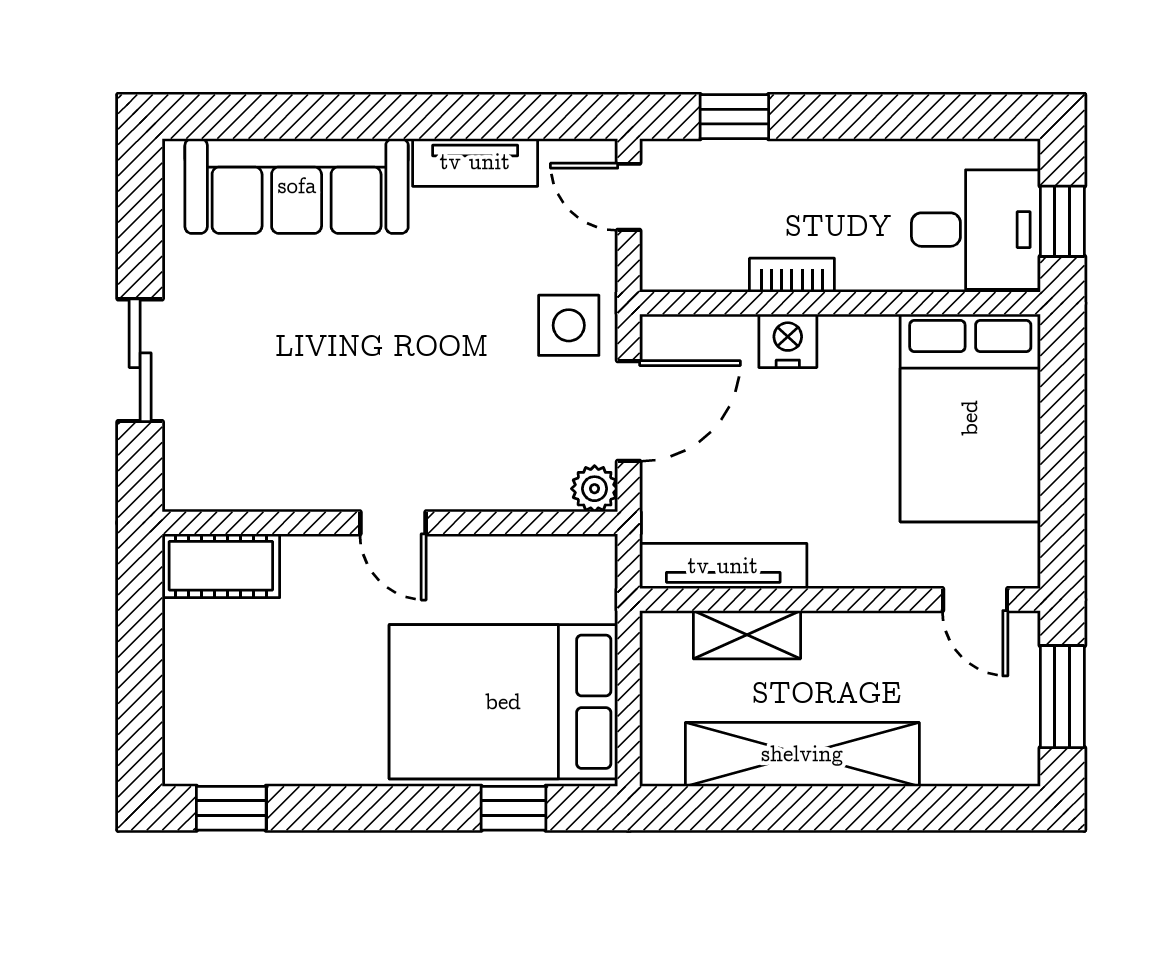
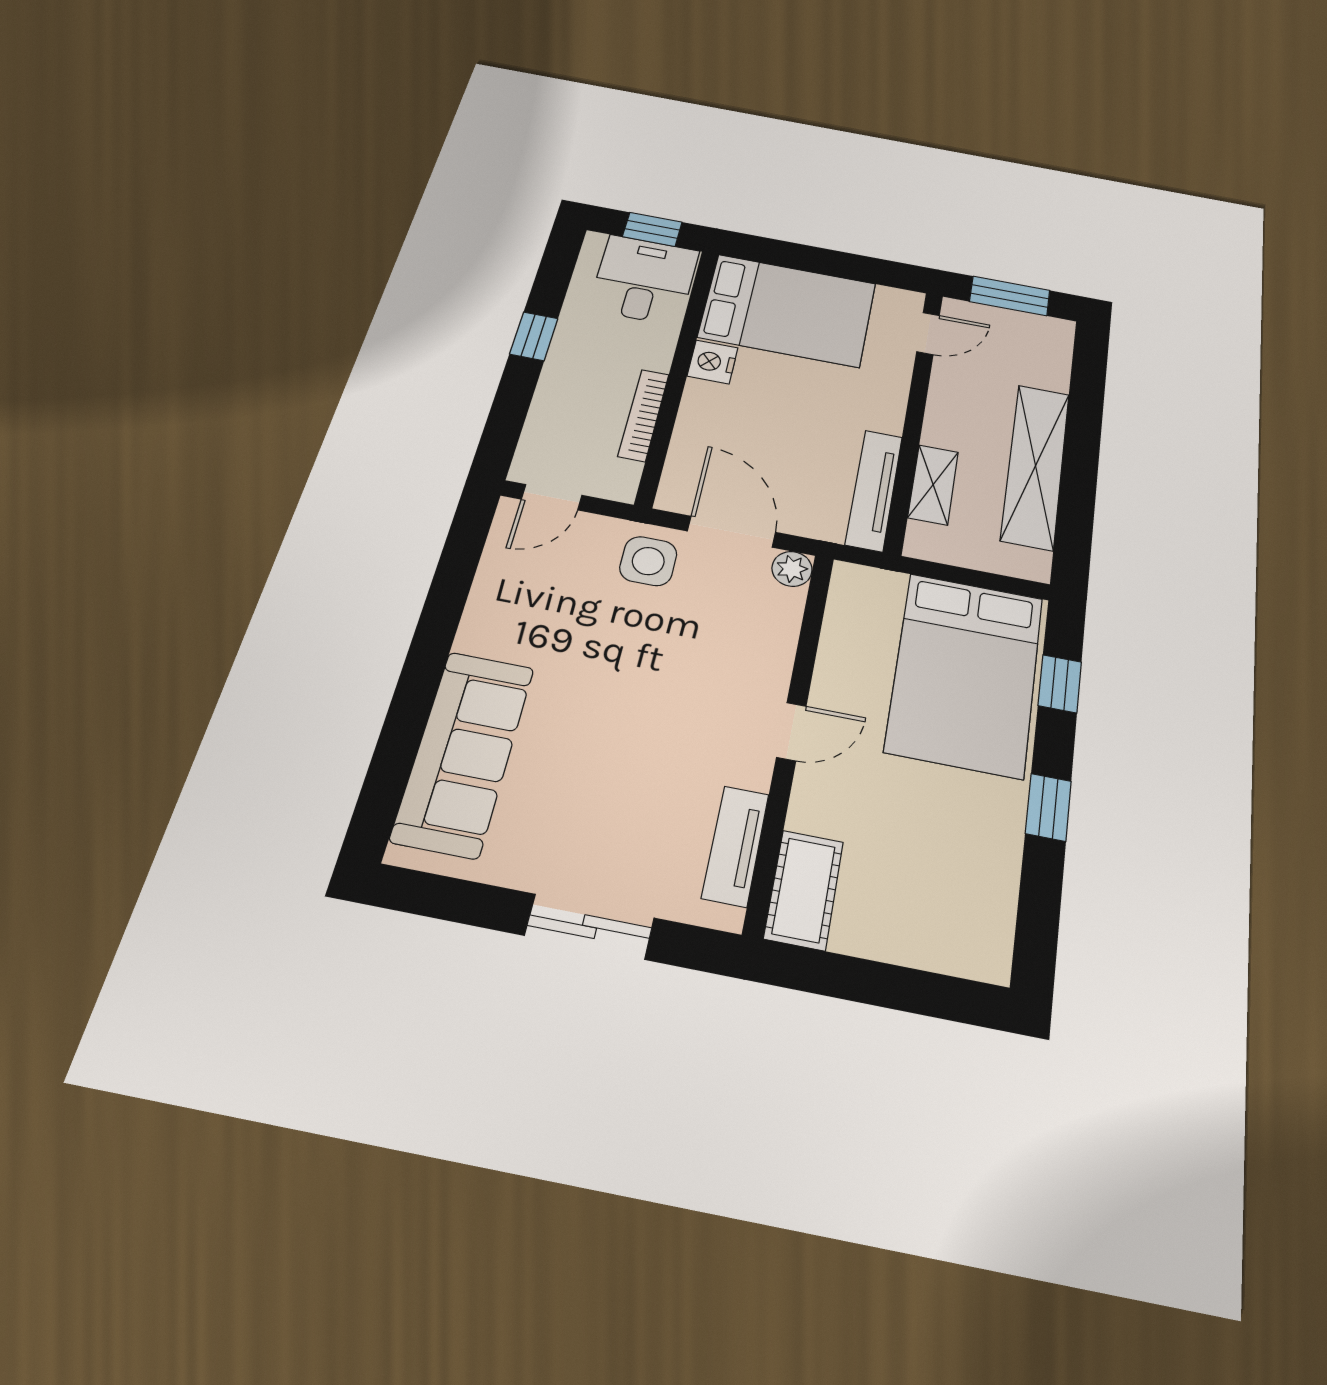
window: (734, 117) -> (534, 336), moved
tv unit: (475, 162) -> (735, 846), moved, turned 180
bookcase: (792, 275) -> (643, 415), width x1.56
nightstand: (788, 341) -> (713, 362), moved
window: (231, 808) -> (1048, 807), moved

